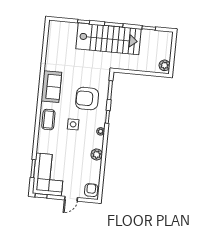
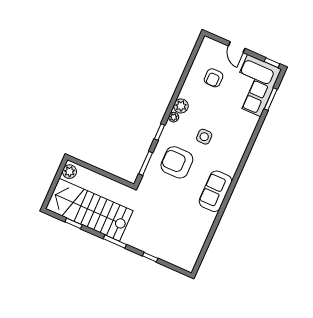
stairs: (108, 39) -> (89, 210), moved
armchair: (87, 99) -> (177, 162), turned 180
coffee table: (48, 120) -> (232, 152), removed
plant: (97, 154) -> (181, 106), moved
armchair: (91, 190) -> (214, 78), moved
door: (71, 199) -> (237, 47), swing flipped

